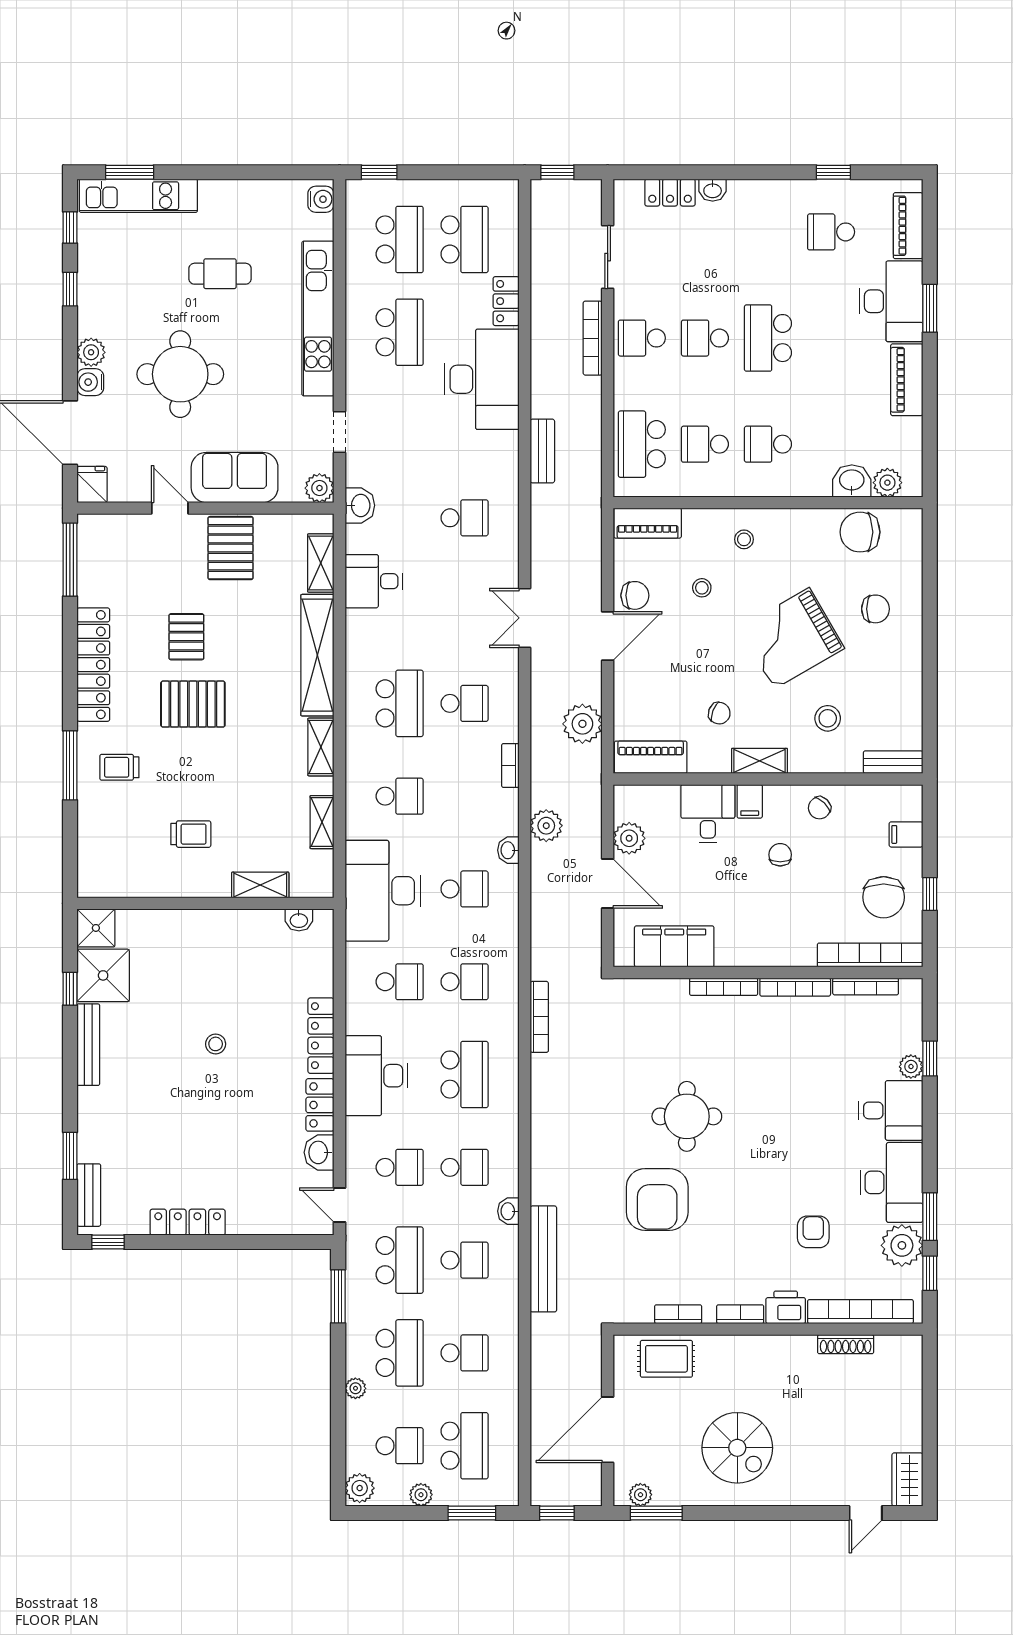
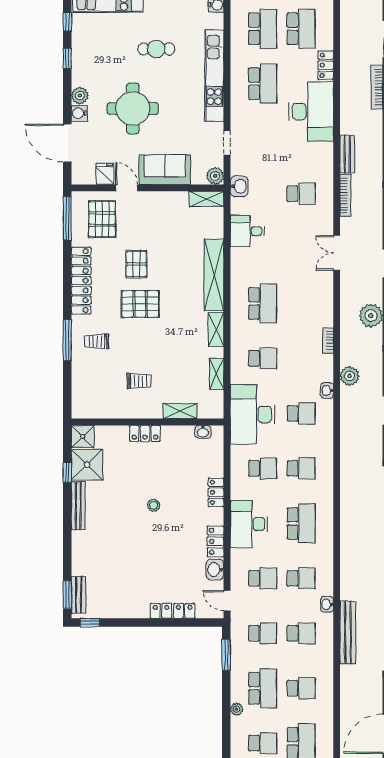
fridge: (92, 484) -> (105, 174), moved
pallet: (231, 548) -> (102, 219), moved
shelving: (321, 563) -> (206, 199), moved, turned 90
school desk: (465, 703) -> (301, 304), removed
locker: (201, 923) -> (145, 433), added
bookcase: (539, 1017) -> (345, 195), moved
locker: (321, 1036) -> (216, 492), width x0.66
window: (70, 1156) -> (67, 595), moved
locker: (188, 1222) -> (173, 611), moved
school desk: (400, 1260) -> (263, 633), width x0.54

